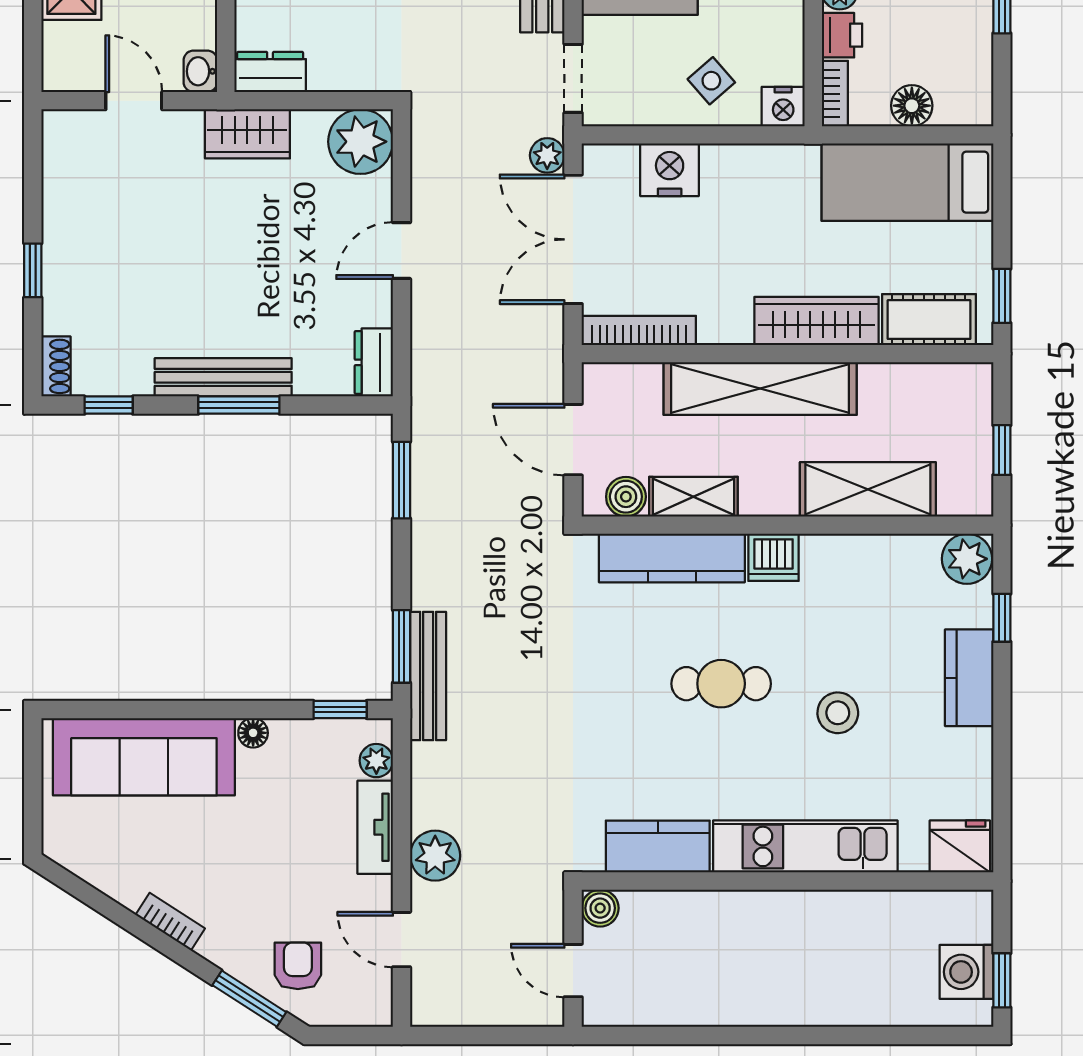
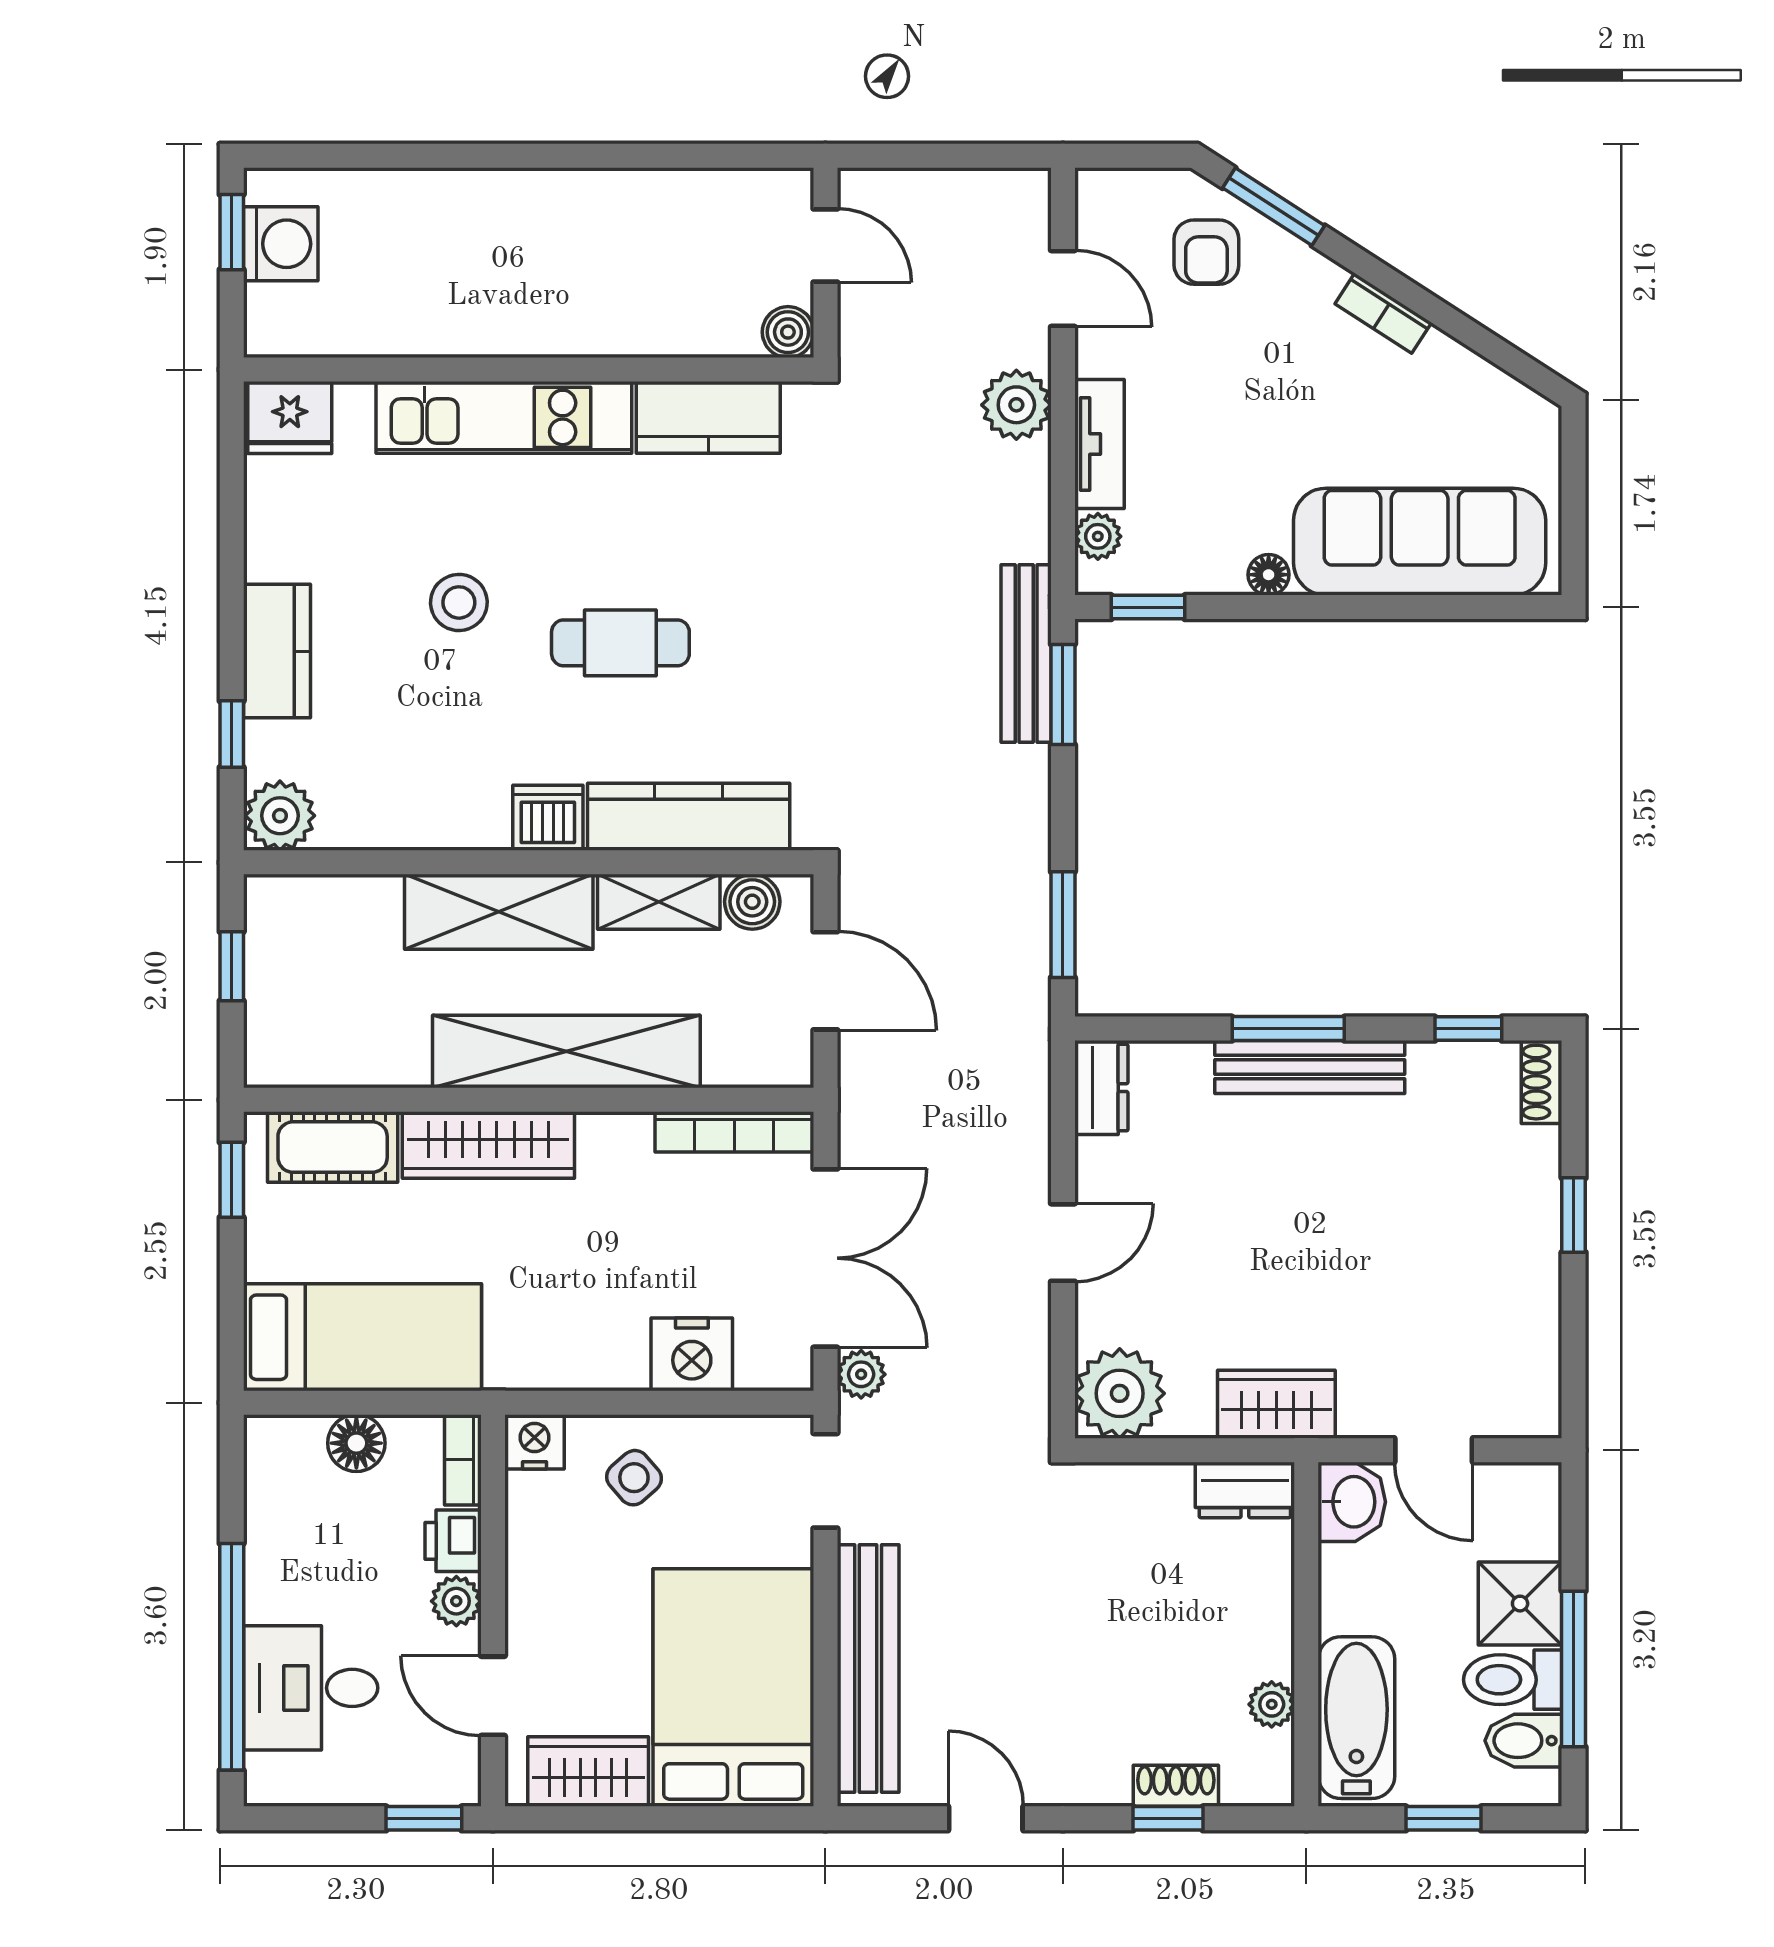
washbasin: (200, 71) -> (1352, 1502), width x1.38, depth x1.45
shelving: (868, 489) -> (499, 912), moved

